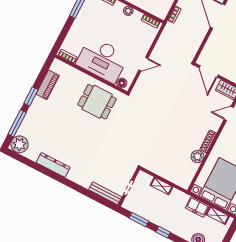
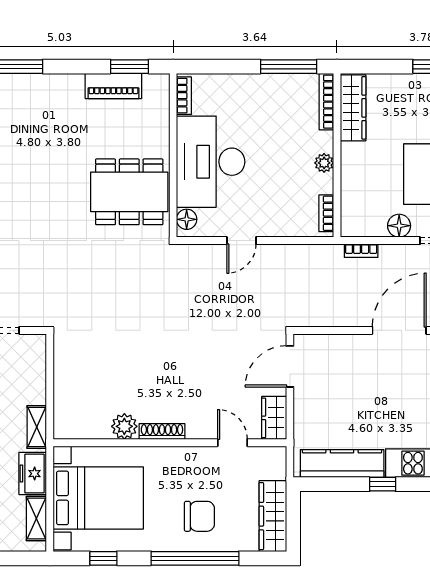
door: (143, 64) -> (241, 241), hinge flipped
window: (31, 96) -> (129, 67), moved
dining table: (97, 102) -> (129, 192), width x1.38
shelving: (162, 186) -> (37, 427), moved

